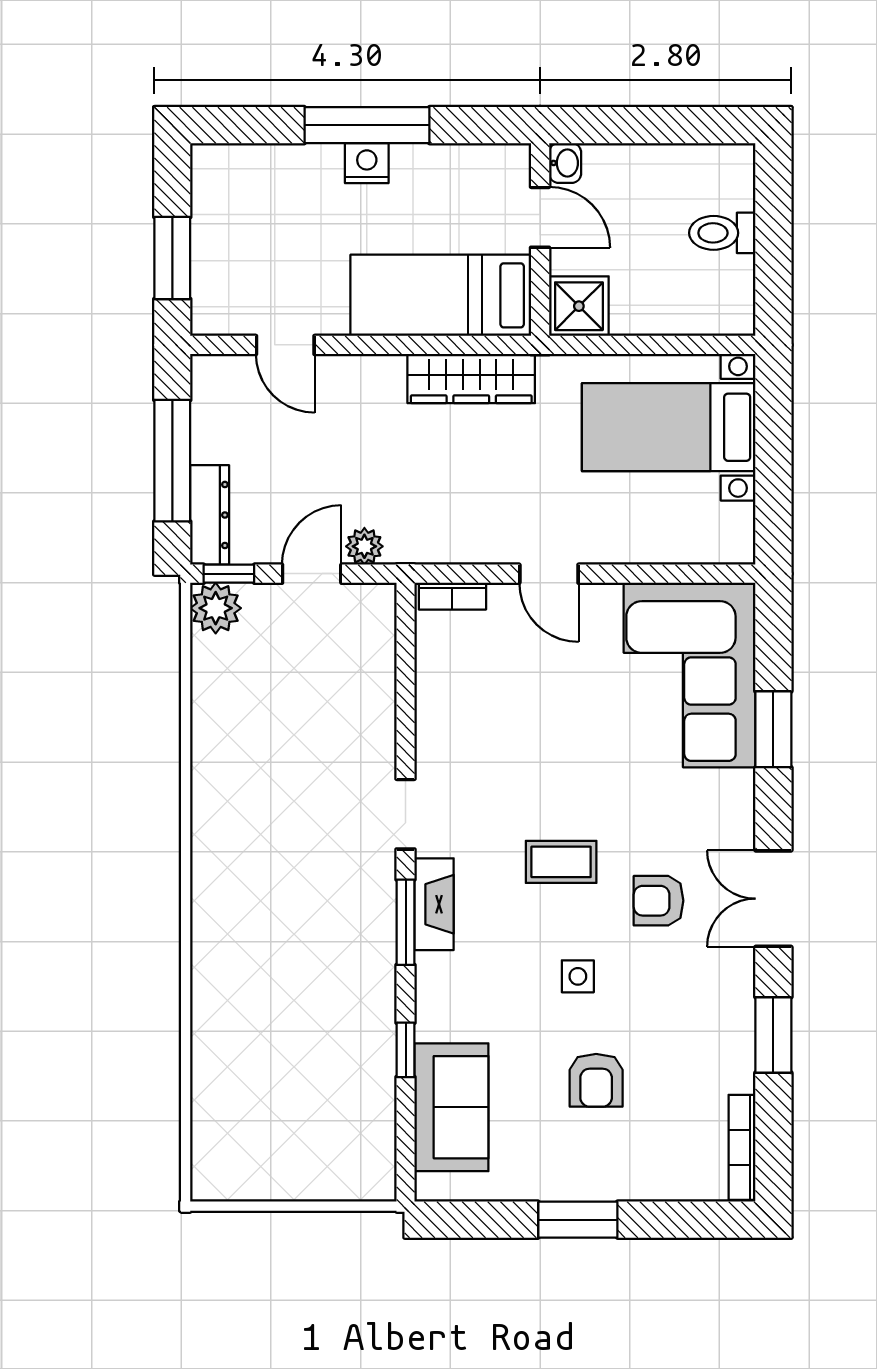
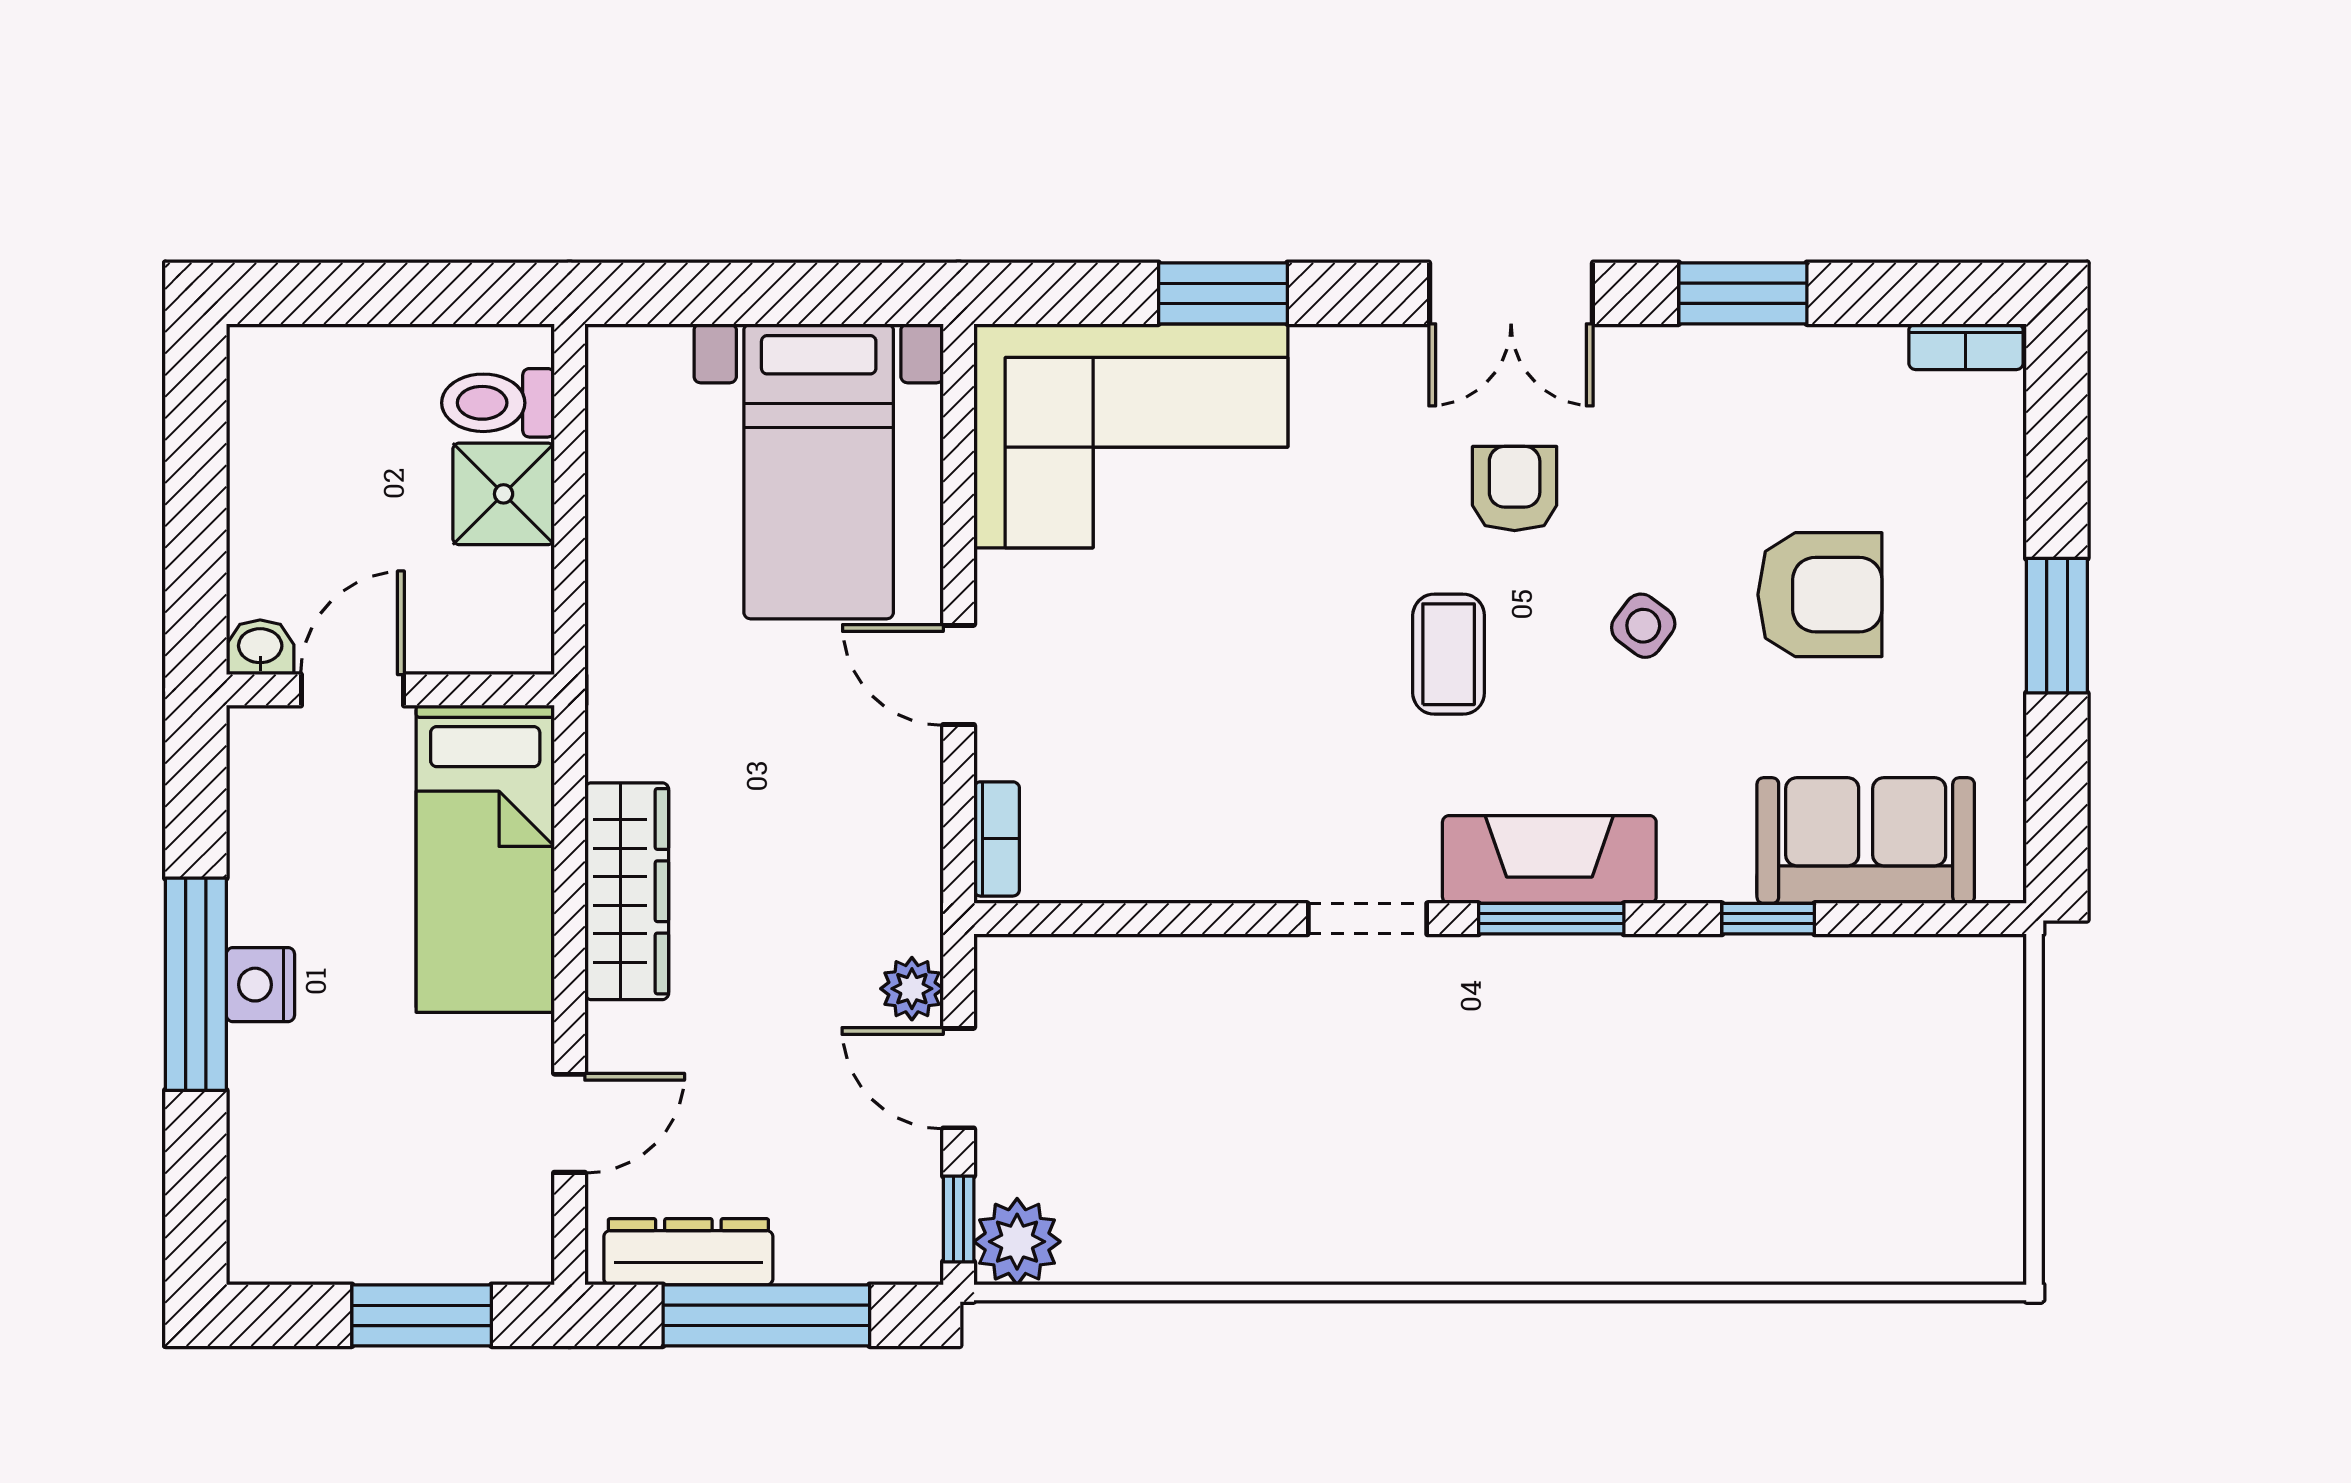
toilet: (722, 233) -> (498, 403), moved, turned 90
shower: (579, 306) -> (504, 494), moved
wardrobe: (471, 379) -> (627, 891), moved
bed with nightstands: (669, 427) -> (819, 471), moved
dresser: (210, 515) -> (688, 1252), moved
door: (549, 574) -> (959, 675), swing flipped
armchair: (659, 901) -> (1515, 489), turned 180
fireplace: (434, 904) -> (1549, 860), width x1.37, depth x1.32
side table: (578, 976) -> (1643, 626), turned 37
armchair: (596, 1080) -> (1820, 595), width x1.38, depth x1.38
bookcase: (742, 1147) -> (1966, 347), width x0.64

